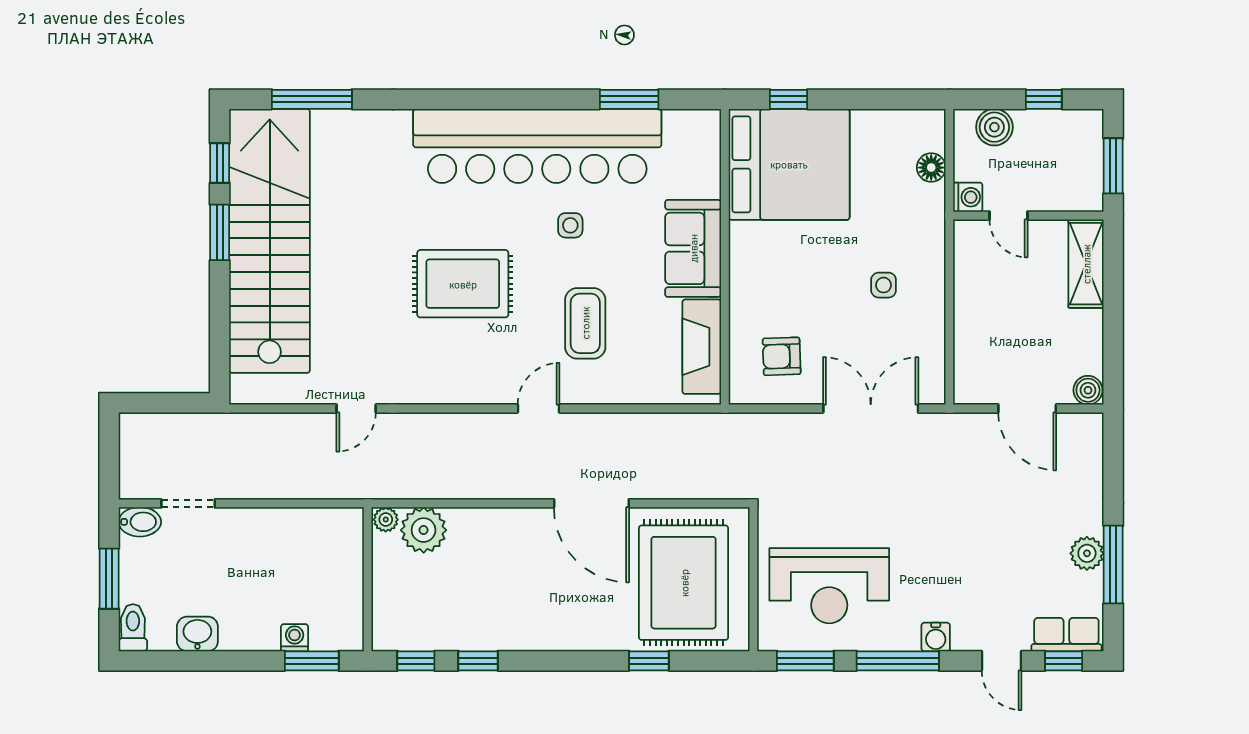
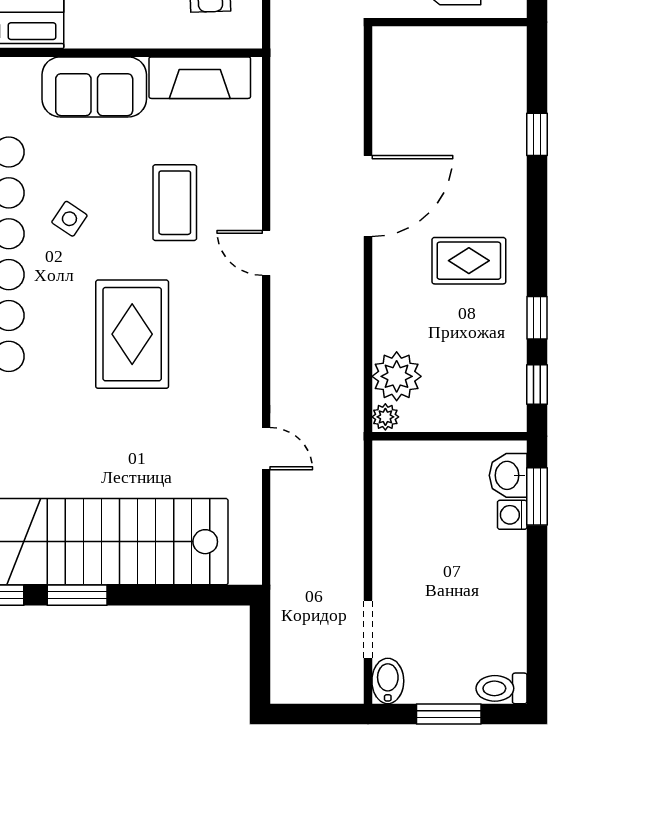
side table: (570, 225) -> (69, 219), turned 34
coffee table: (585, 323) -> (175, 203), turned 90
rug: (684, 583) -> (469, 261), moved, width x0.54, depth x0.49
washbasin: (197, 634) -> (508, 475), moved

